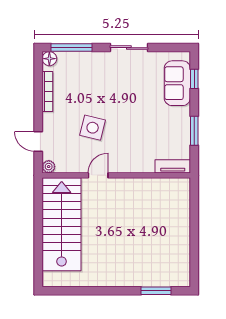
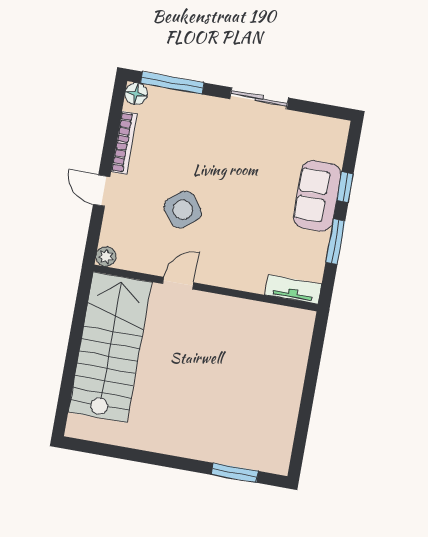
window: (194, 79) -> (345, 187), moved
sofa: (177, 83) -> (317, 196), moved
side table: (93, 128) -> (183, 210), turned 38
door: (38, 142) -> (102, 191), moved

